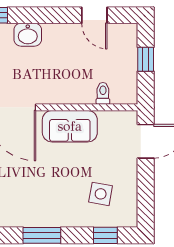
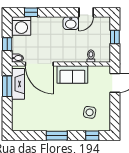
door: (94, 15) -> (86, 12), hinge flipped
washbasin: (28, 35) -> (71, 23), moved

